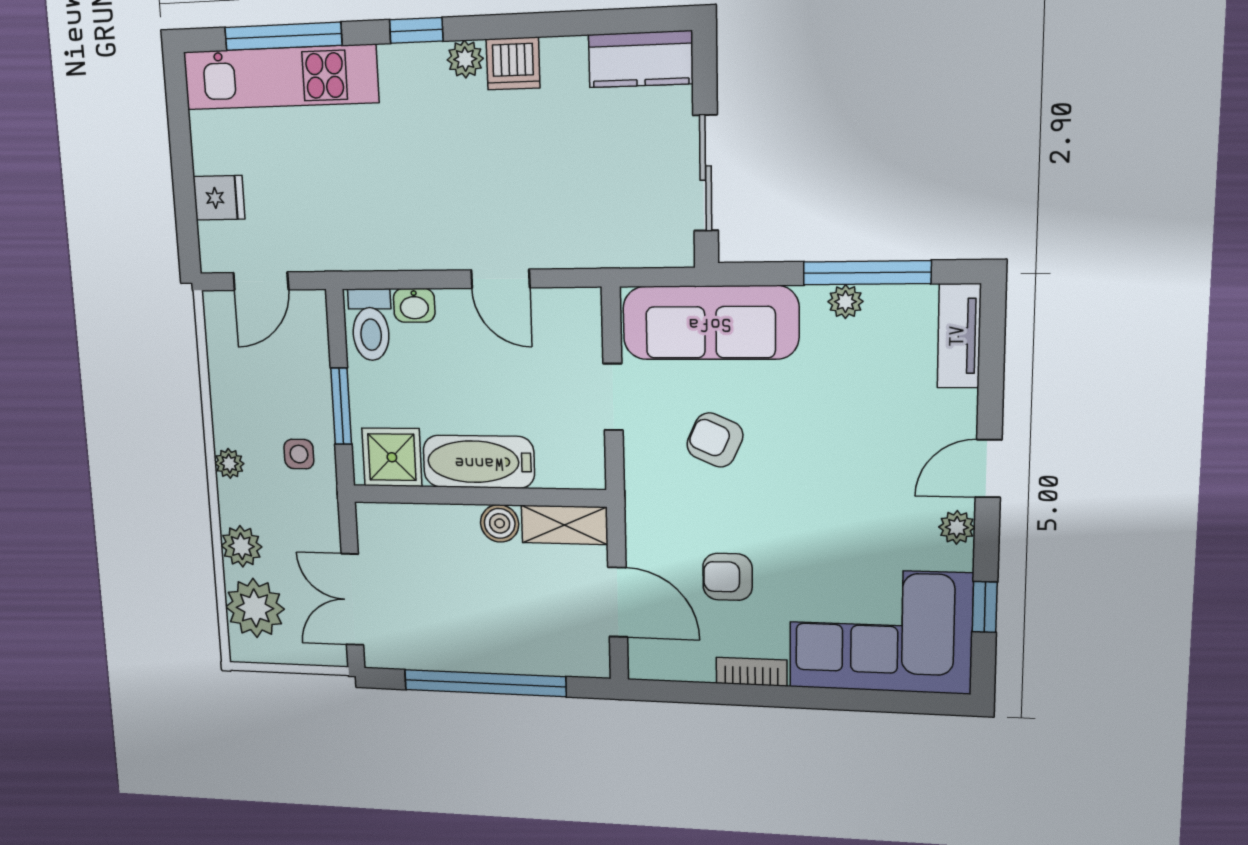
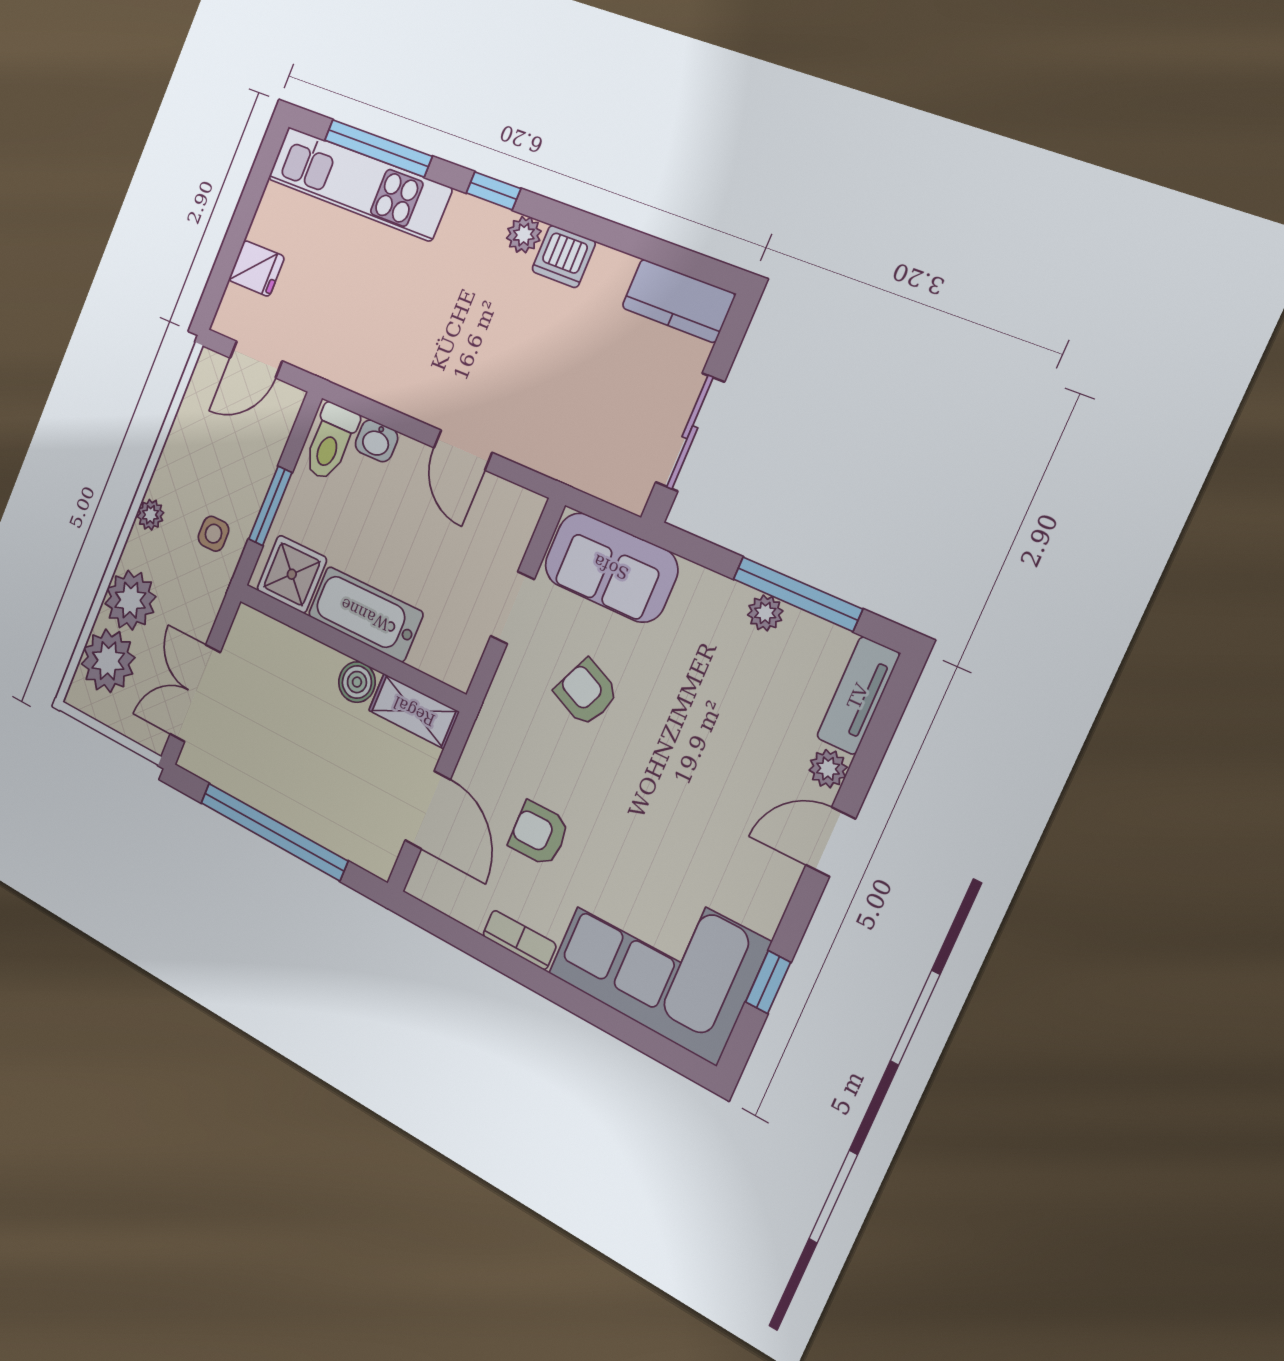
sofa: (710, 323) -> (611, 567), width x0.73
plant: (957, 527) -> (828, 769), moved
plant: (241, 546) -> (130, 600), width x1.36, depth x1.36

